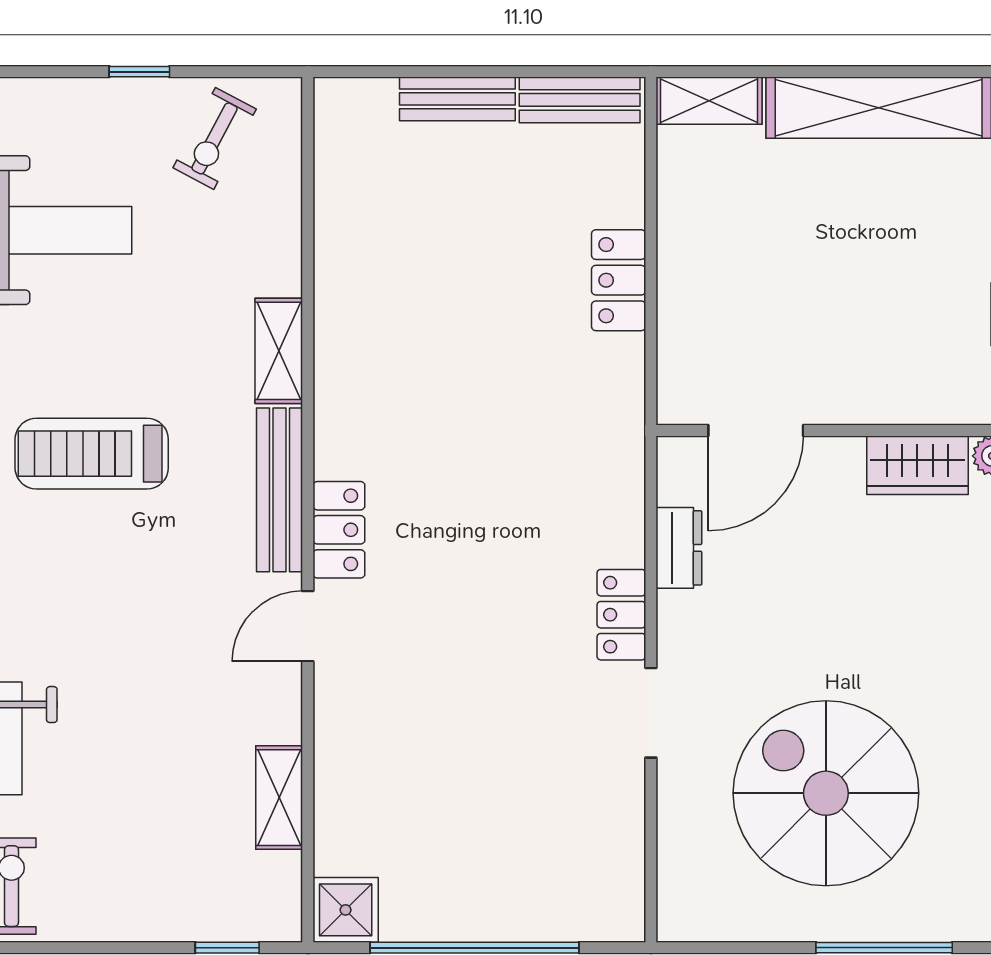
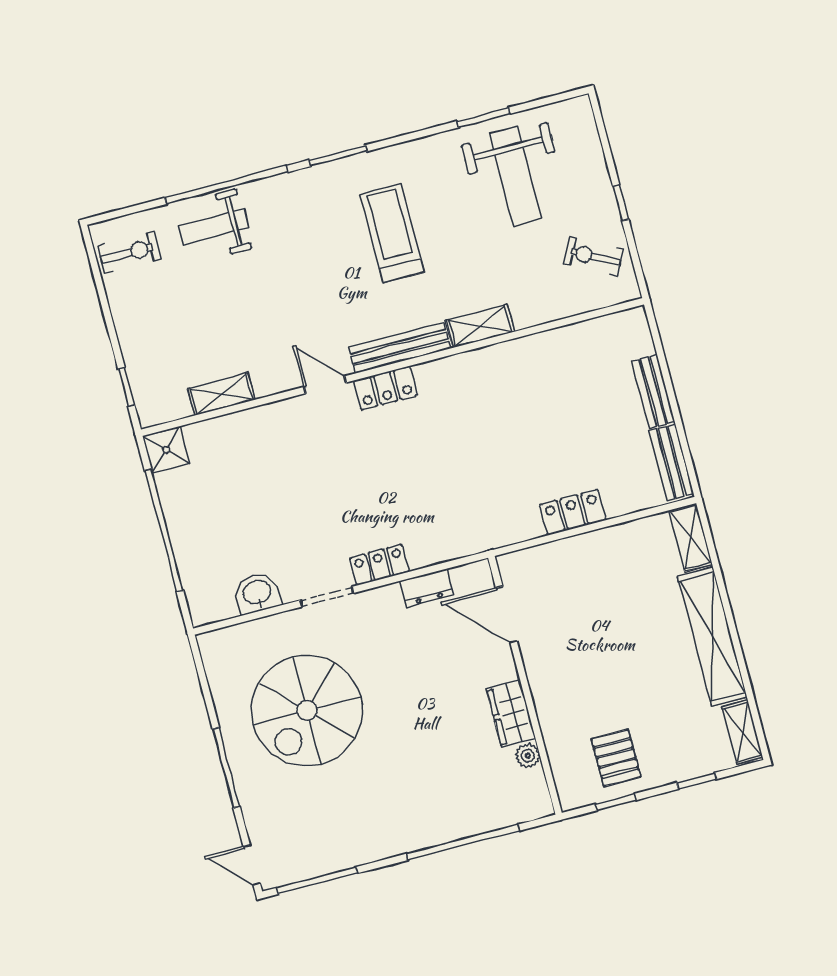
spiral stairs: (826, 793) -> (307, 710), turned 180
washbasin: (615, 824) -> (257, 593), added

